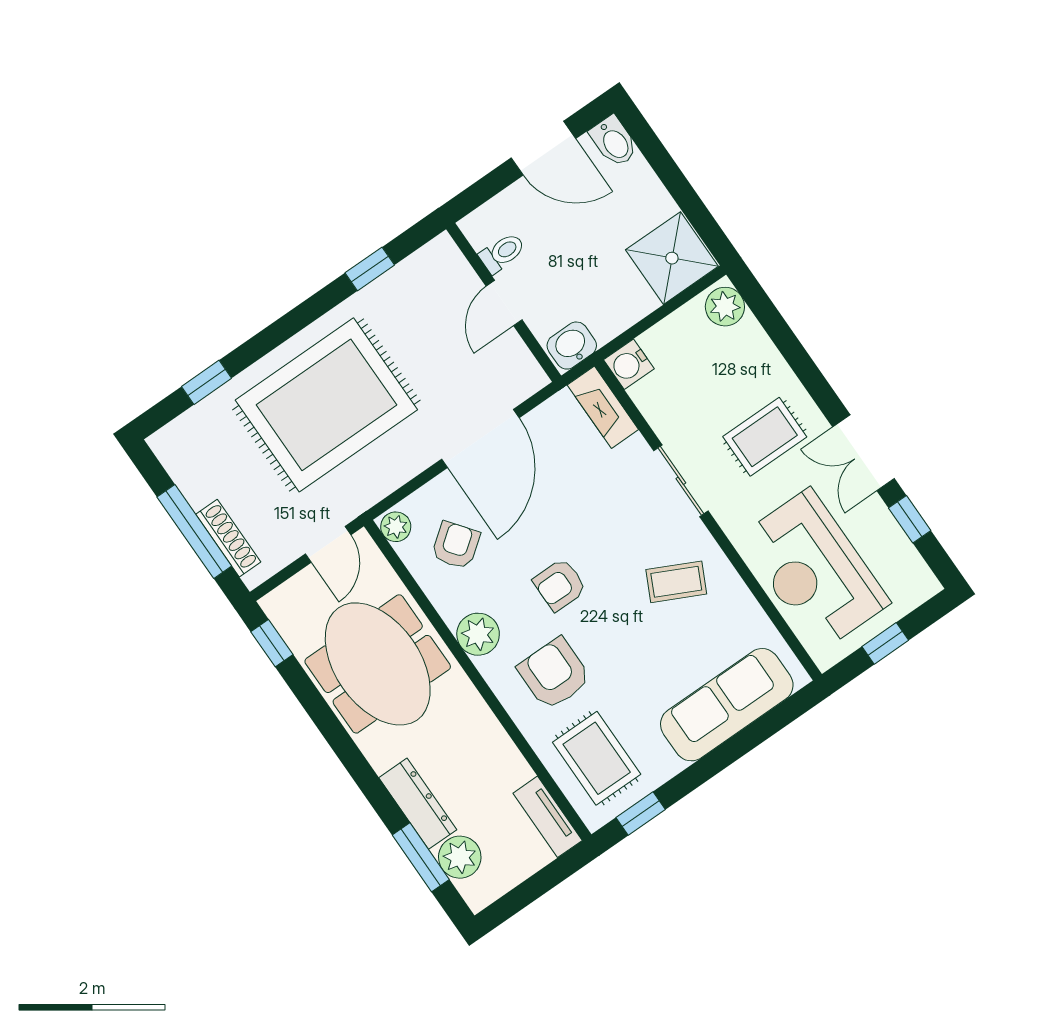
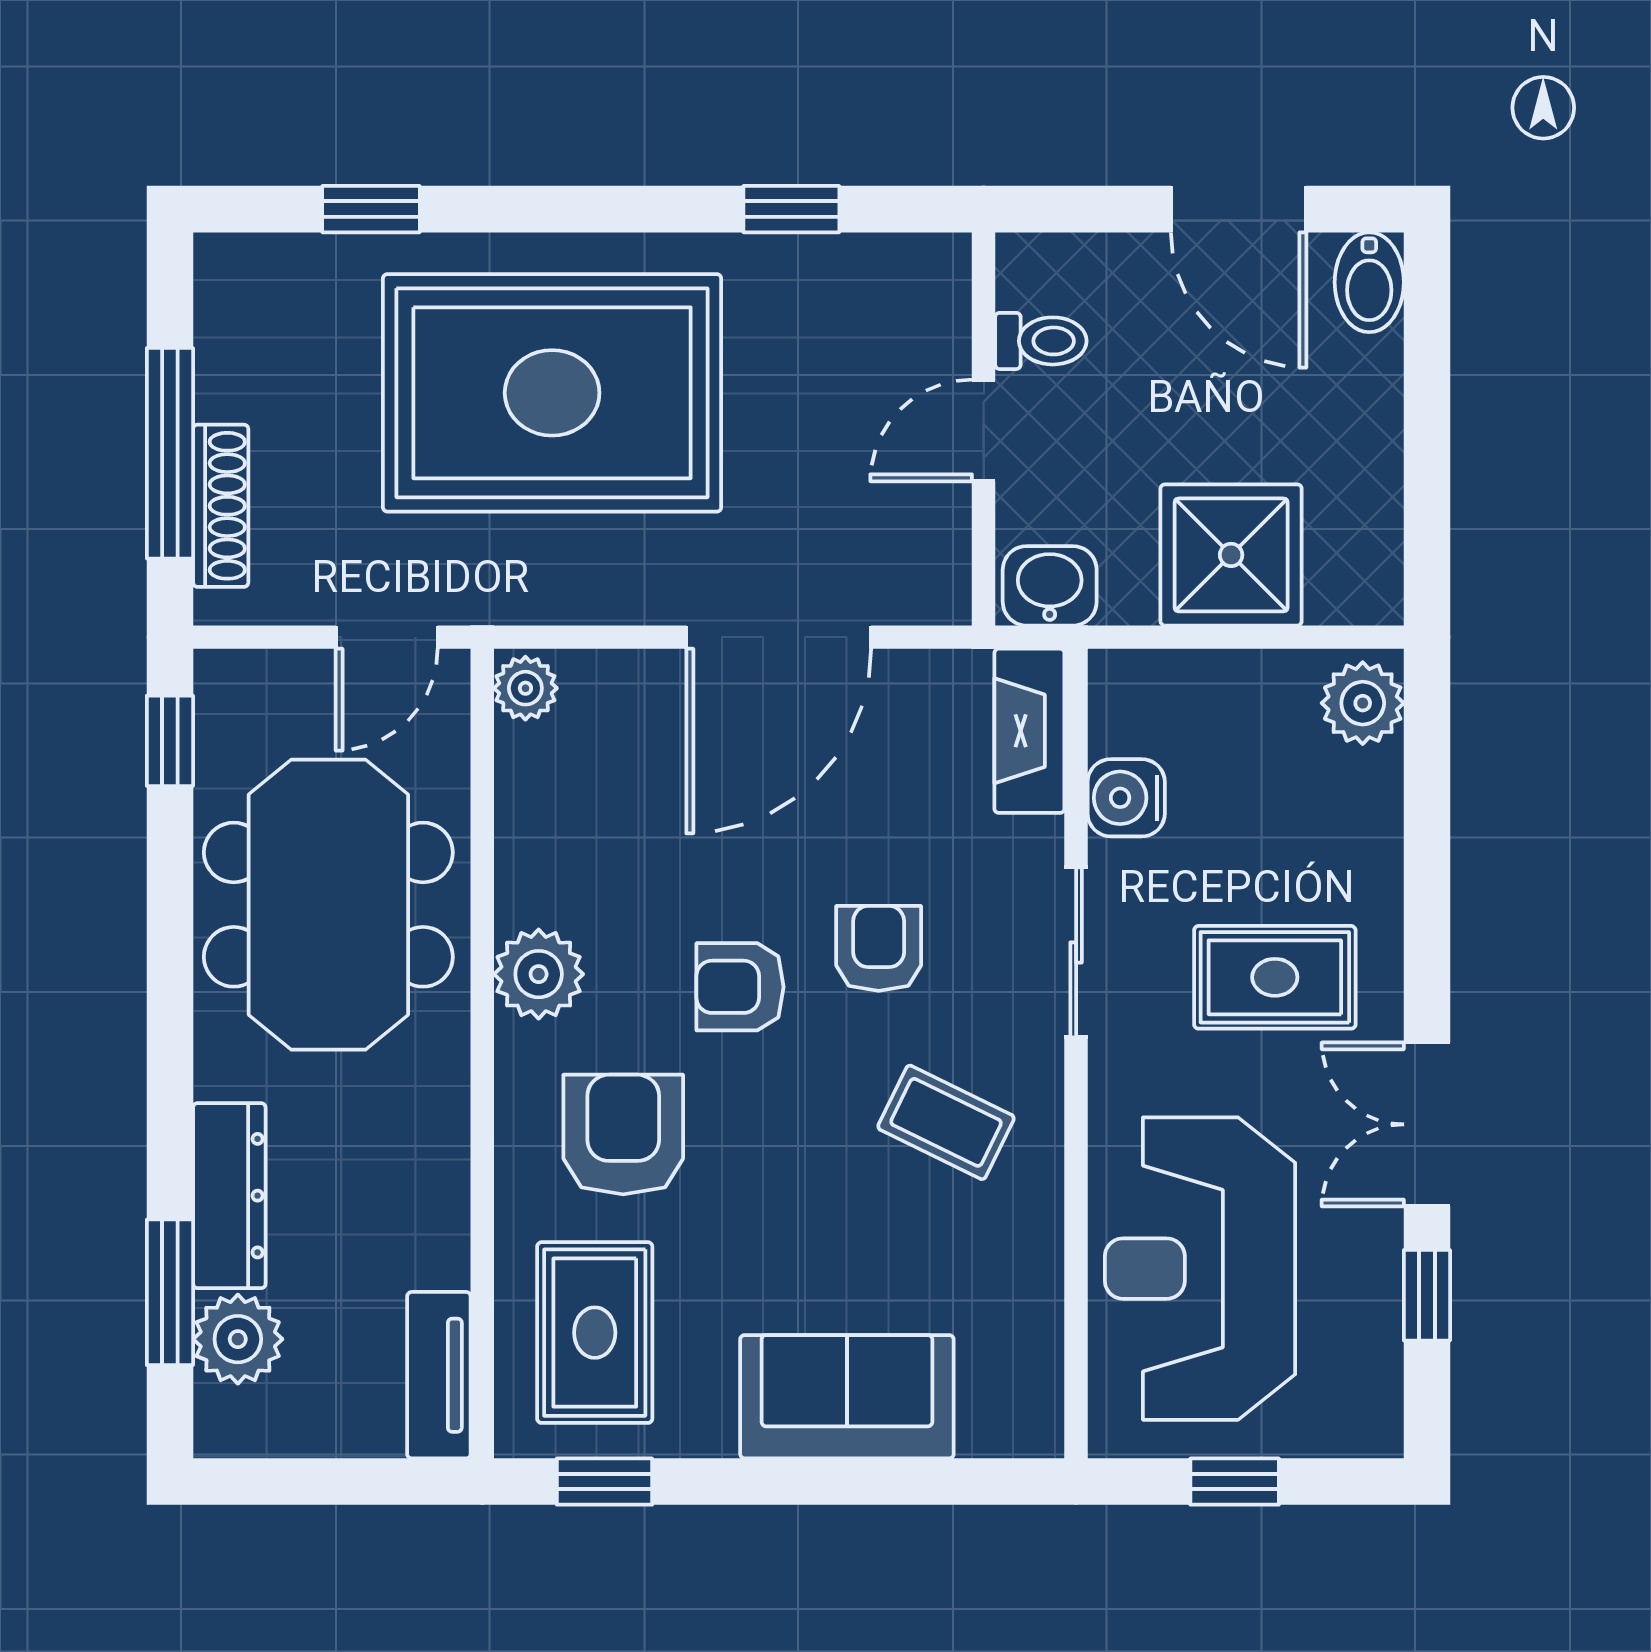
shower: (672, 258) -> (1231, 555), moved
water cooler: (629, 364) -> (1126, 798), moved
armchair: (456, 545) -> (879, 948), moved, turned -53
sofa: (727, 705) -> (847, 1397), width x0.73

